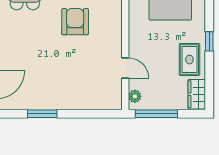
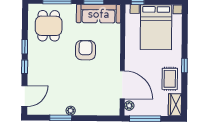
door: (125, 68) -> (122, 85), width x1.88
plant: (56, 104) -> (71, 111), added

